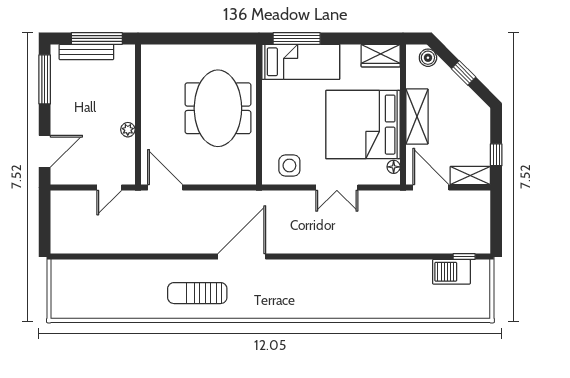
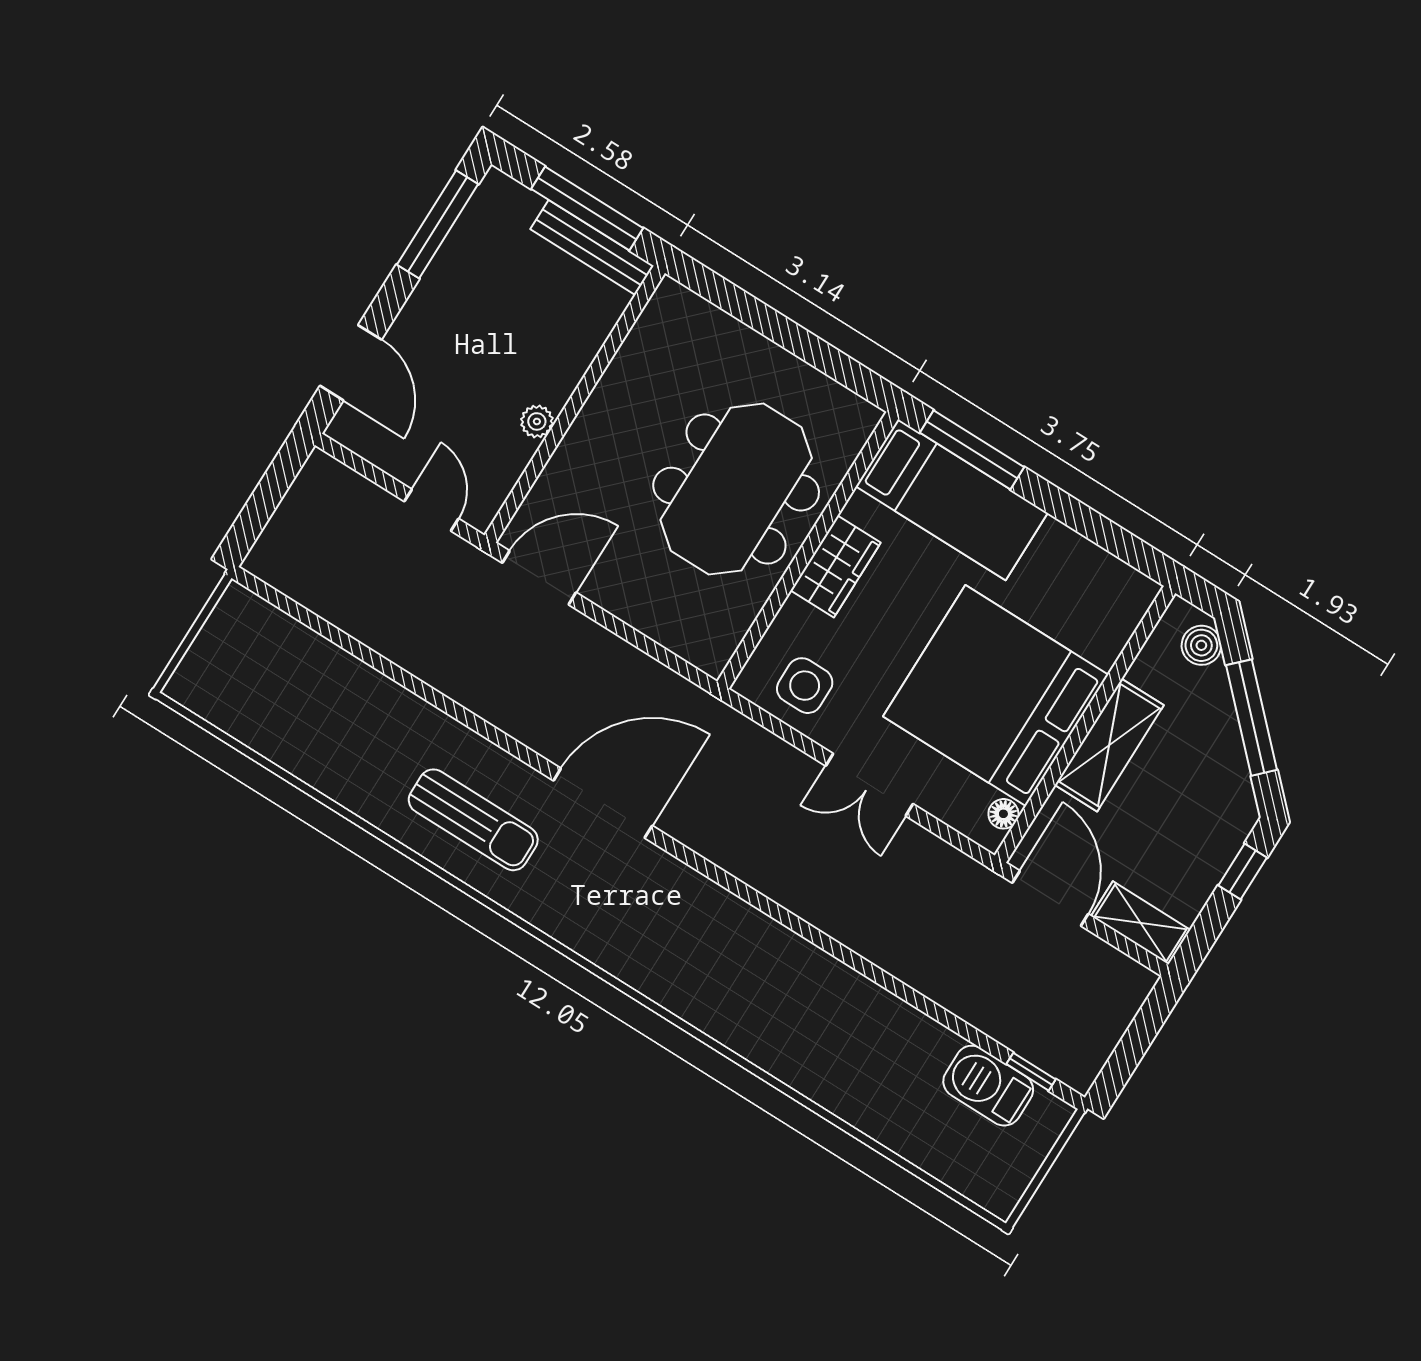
bench: (86, 52) -> (592, 247), moved
wardrobe: (381, 56) -> (836, 566), moved, turned -90
window: (464, 73) -> (1252, 718), width x2.17
door: (45, 151) -> (351, 363), hinge flipped
window: (496, 155) -> (1243, 871), moved
door: (109, 187) -> (431, 510), swing flipped
door: (165, 187) -> (539, 578), hinge flipped
sun lounger: (197, 293) -> (473, 820), turned 180

